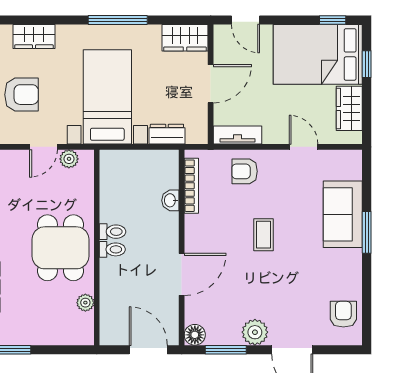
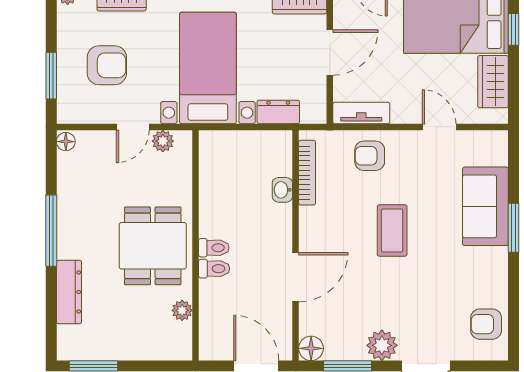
toilet: (113, 232) -> (214, 269), moved
coffee table: (264, 235) -> (392, 230), width x1.36, depth x1.30
armchair: (343, 314) -> (486, 324), turned -90

